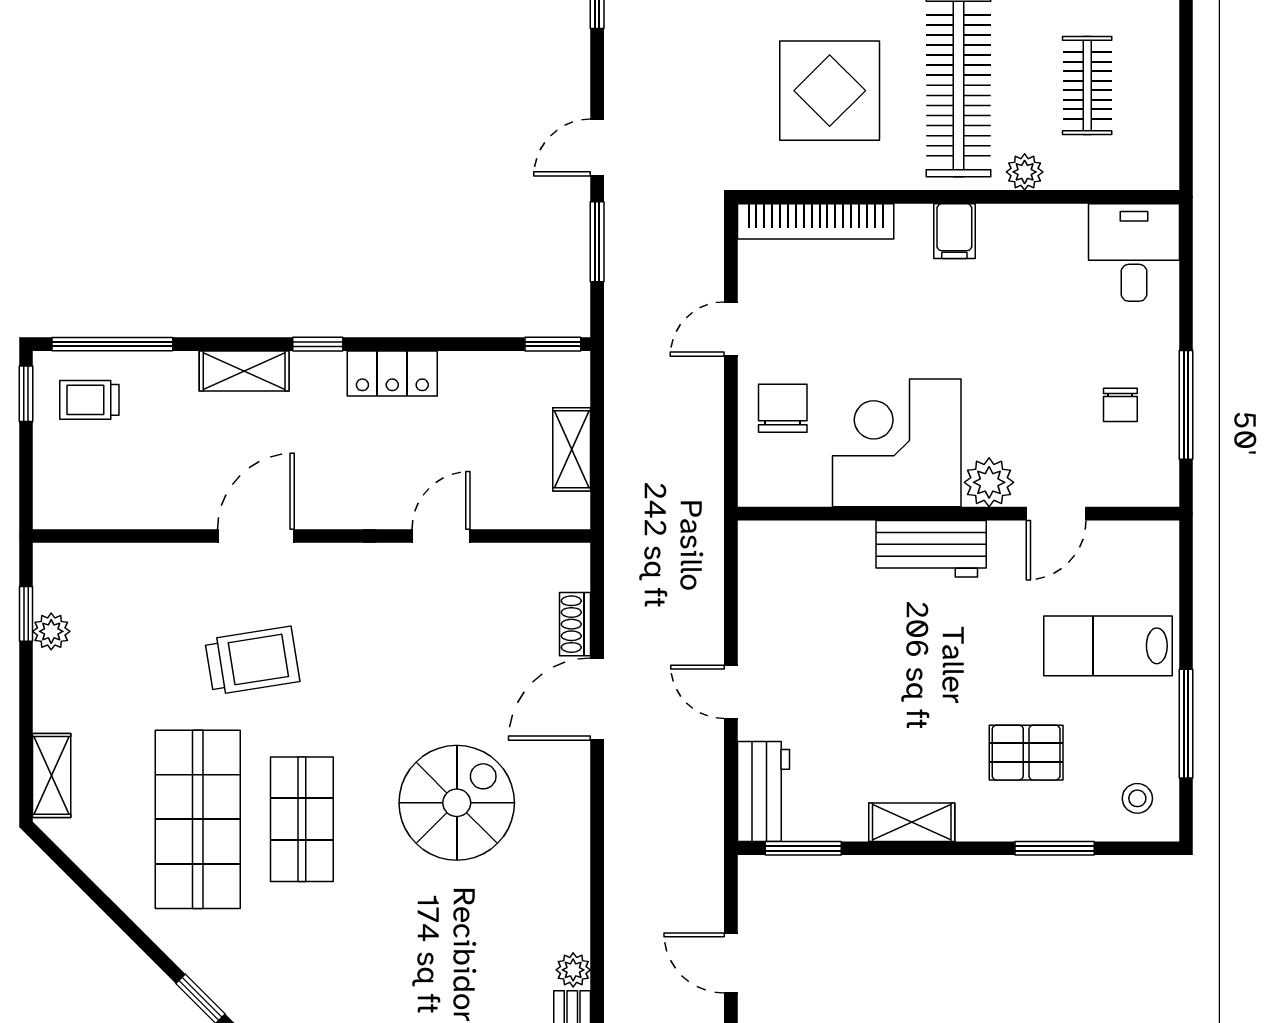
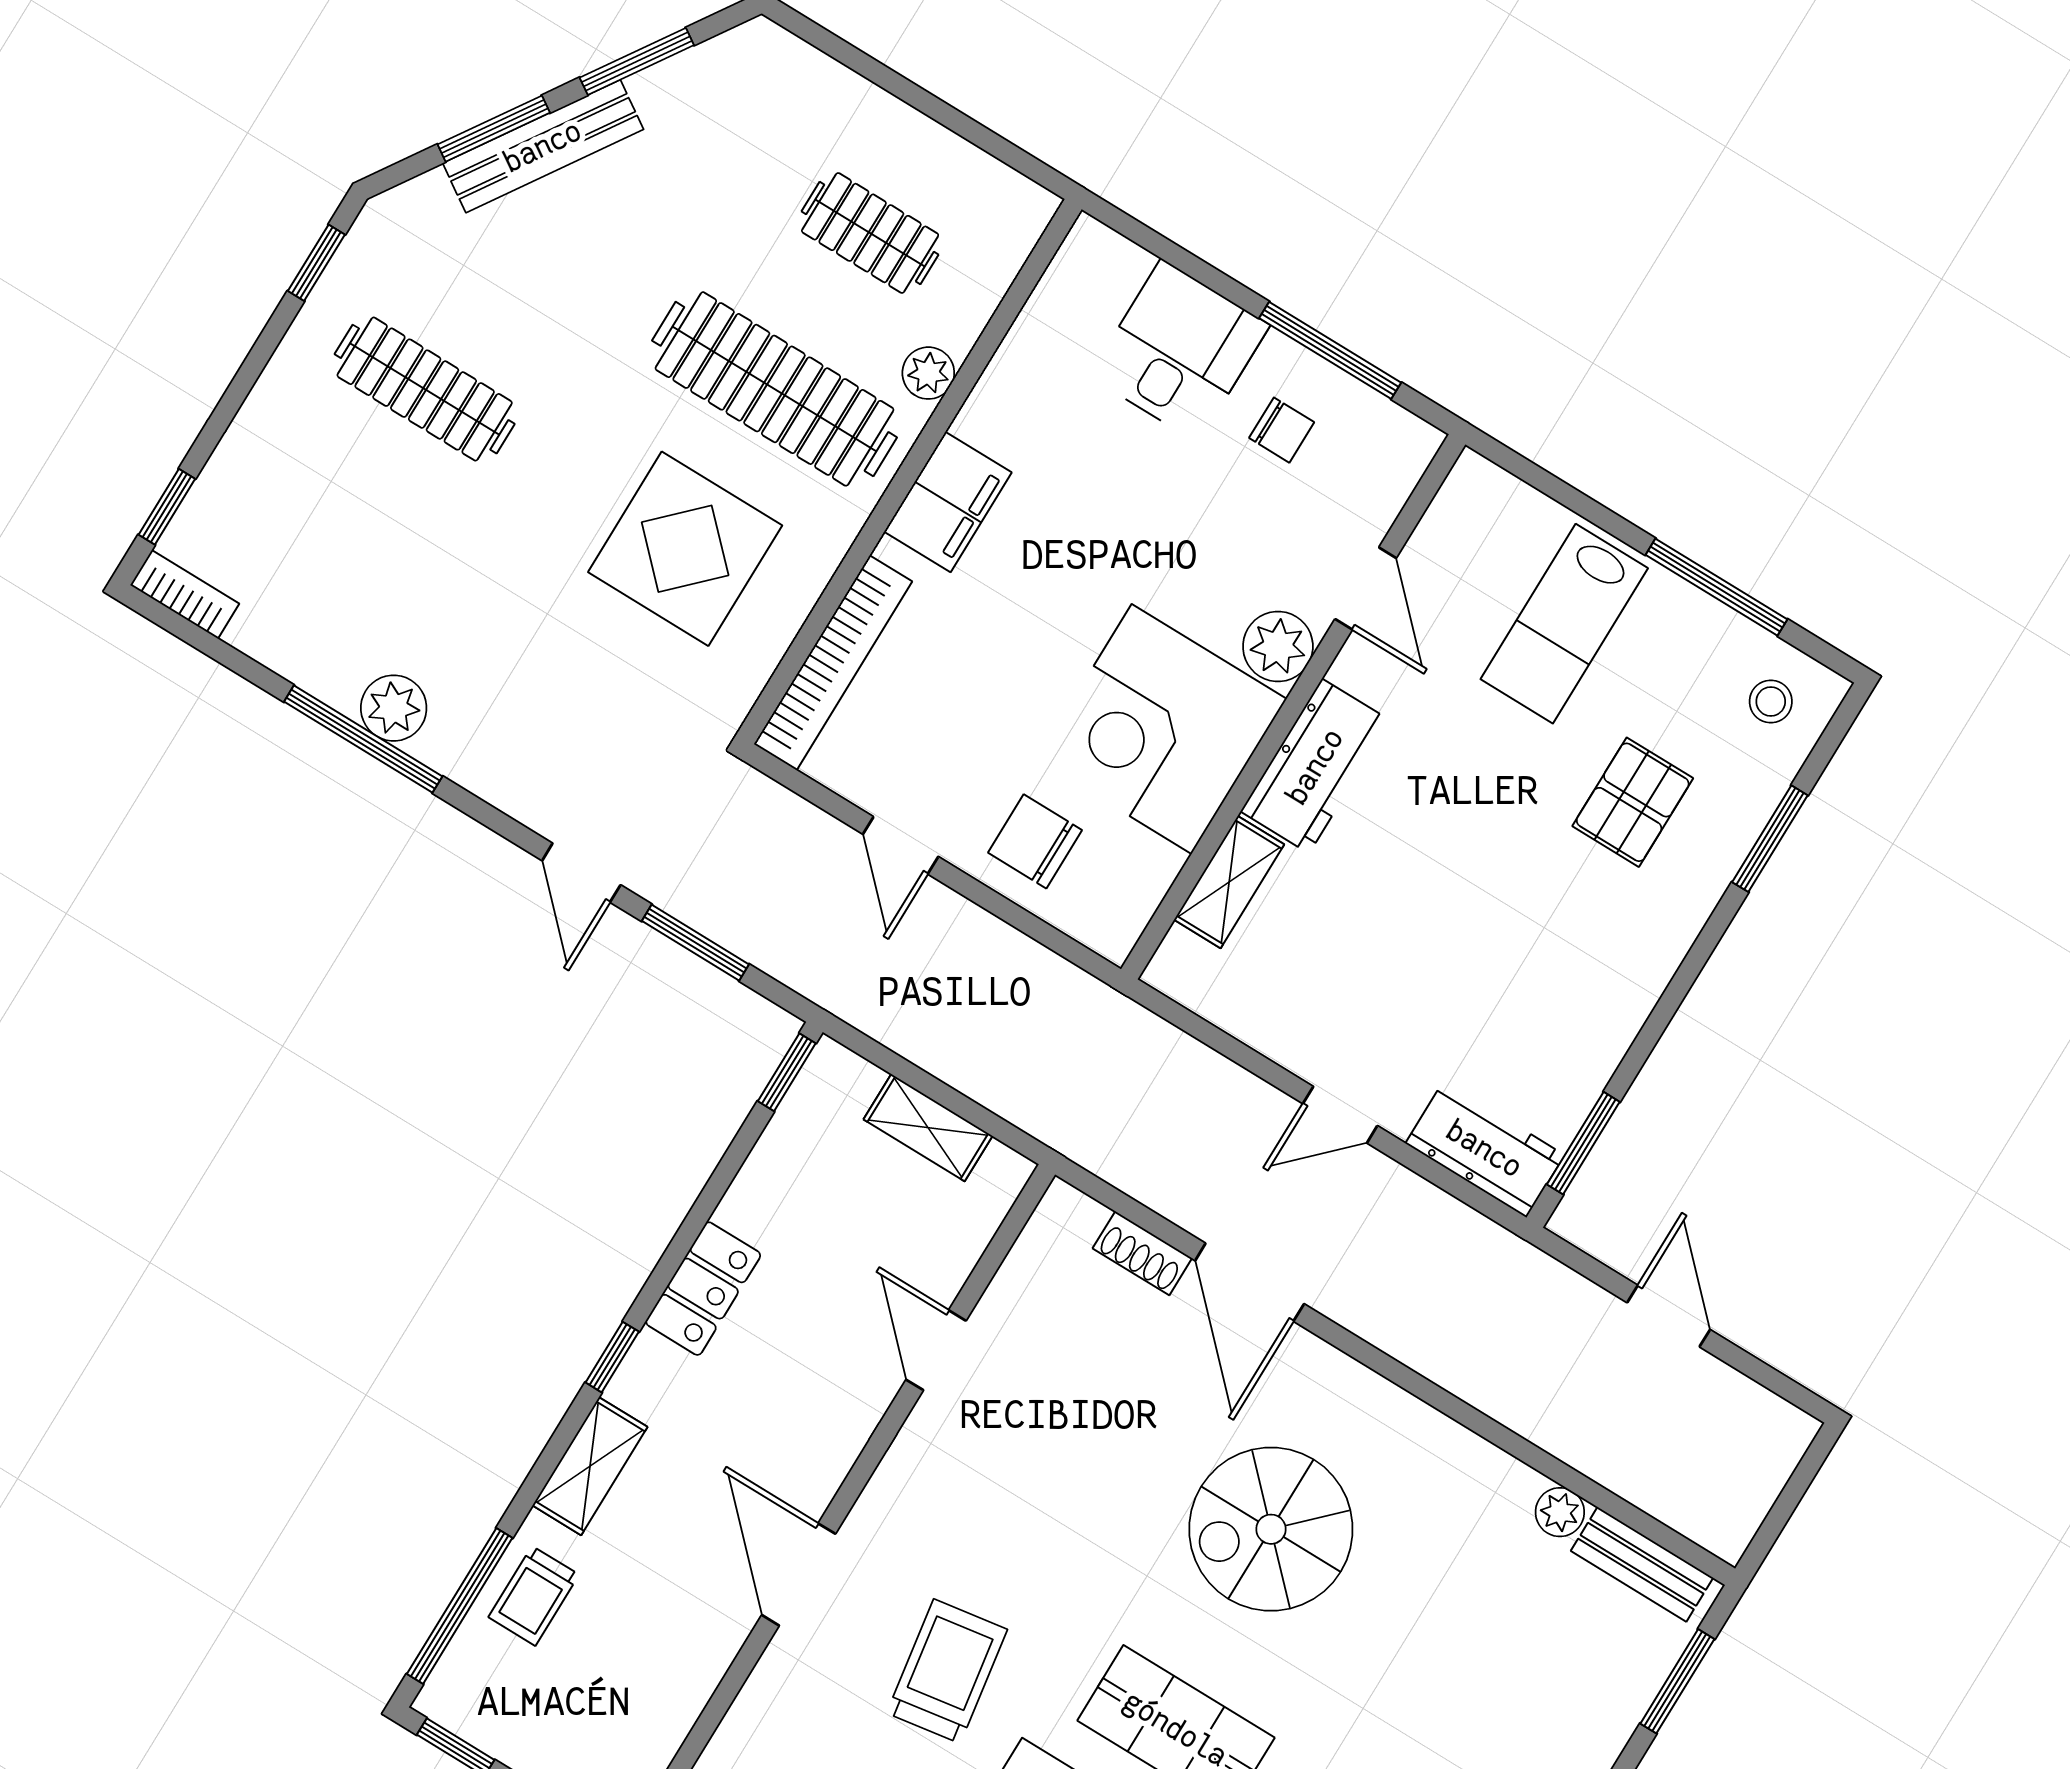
filing cabinet: (954, 231) -> (948, 502), width x2.00
desk: (1134, 252) -> (1180, 351), moved, turned 90
trolley: (89, 400) -> (534, 1596), moved
spiral stairs: (457, 803) -> (1271, 1529), turned -90
shelving: (912, 822) -> (1229, 882), moved
door: (731, 963) -> (1669, 1316), swing flipped

